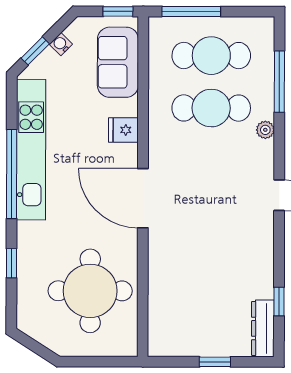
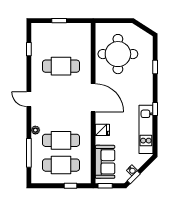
window: (191, 12) -> (70, 186), width x0.46
window: (35, 51) -> (134, 177), moved
kitchen unit: (31, 150) -> (146, 129), width x0.73
window: (12, 174) -> (155, 109), width x0.32
cafe table: (211, 265) -> (61, 66), added
dresser: (263, 328) -> (36, 36), removed

